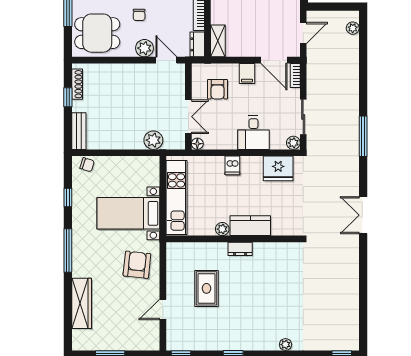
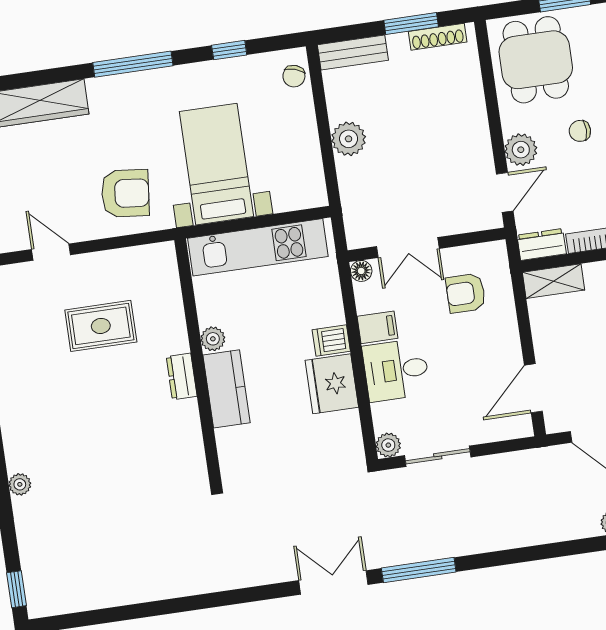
filing cabinet: (247, 74) -> (378, 327), moved, turned 180
bookcase: (295, 75) -> (511, 431), removed
window: (68, 97) -> (411, 24), width x1.50
plant: (153, 140) -> (349, 139), moved
fridge: (278, 168) -> (332, 384), moved
double door: (363, 215) -> (333, 582), moved

